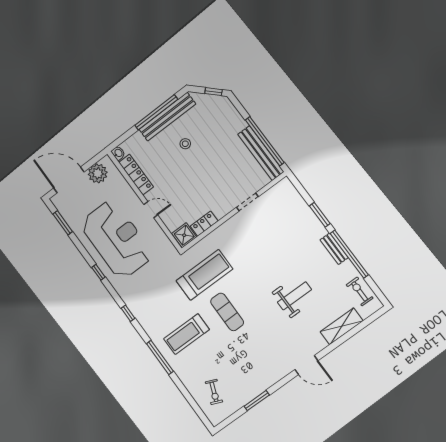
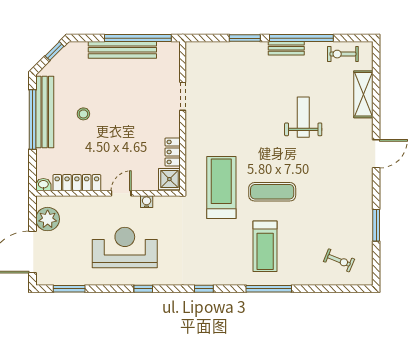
bench: (261, 153) -> (122, 50), moved
water cooler: (158, 231) -> (147, 202), added
reception desk: (117, 239) -> (125, 248), width x0.74, depth x0.77

